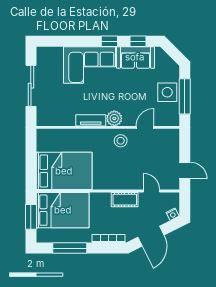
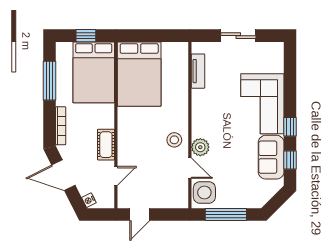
sliding door: (31, 86) -> (238, 36), width x0.73
side table: (167, 92) -> (204, 192), moved
plant: (114, 118) -> (200, 147), moved
tv unit: (91, 120) -> (198, 71), moved
window: (31, 217) -> (86, 36), width x0.67

